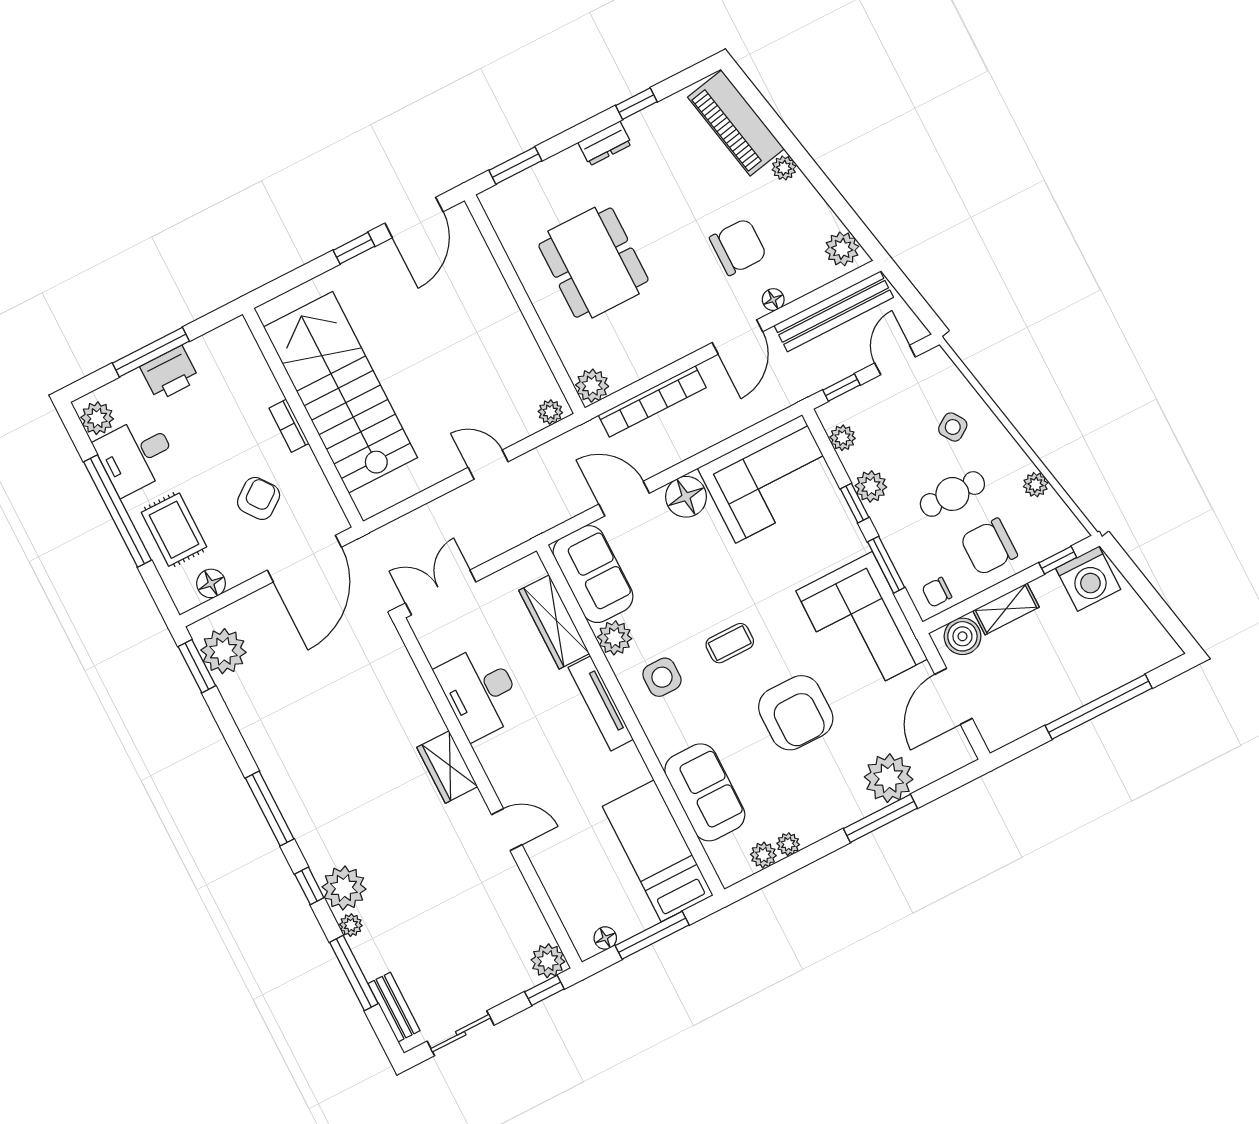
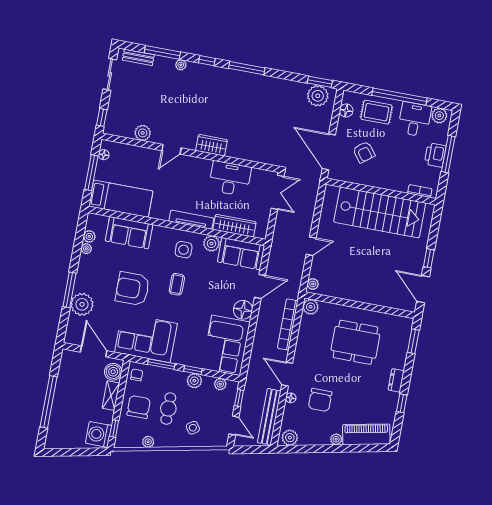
bookcase: (289, 426) -> (420, 191), moved
plant: (344, 888) -> (196, 73), removed
plant: (548, 961) -> (143, 133), moved

